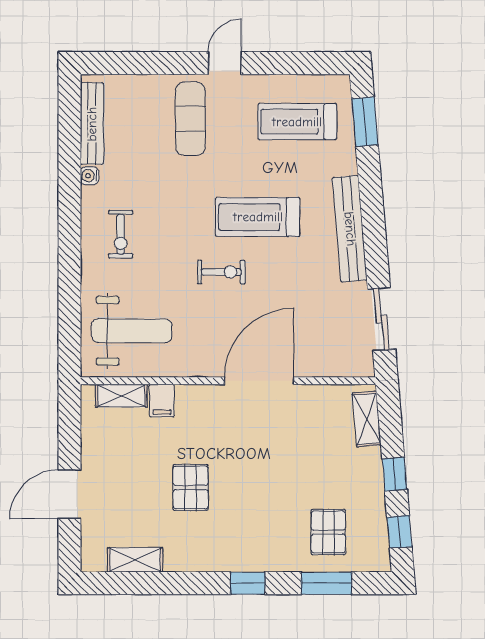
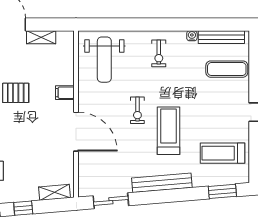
exercise mat: (190, 119) -> (227, 69), moved
treadmill: (297, 122) -> (222, 153), turned -90
exercise bike: (121, 234) -> (159, 53), turned -90
shelving: (121, 396) -> (41, 37), moved, turned 90
filing cabinet: (162, 401) -> (65, 93), moved

